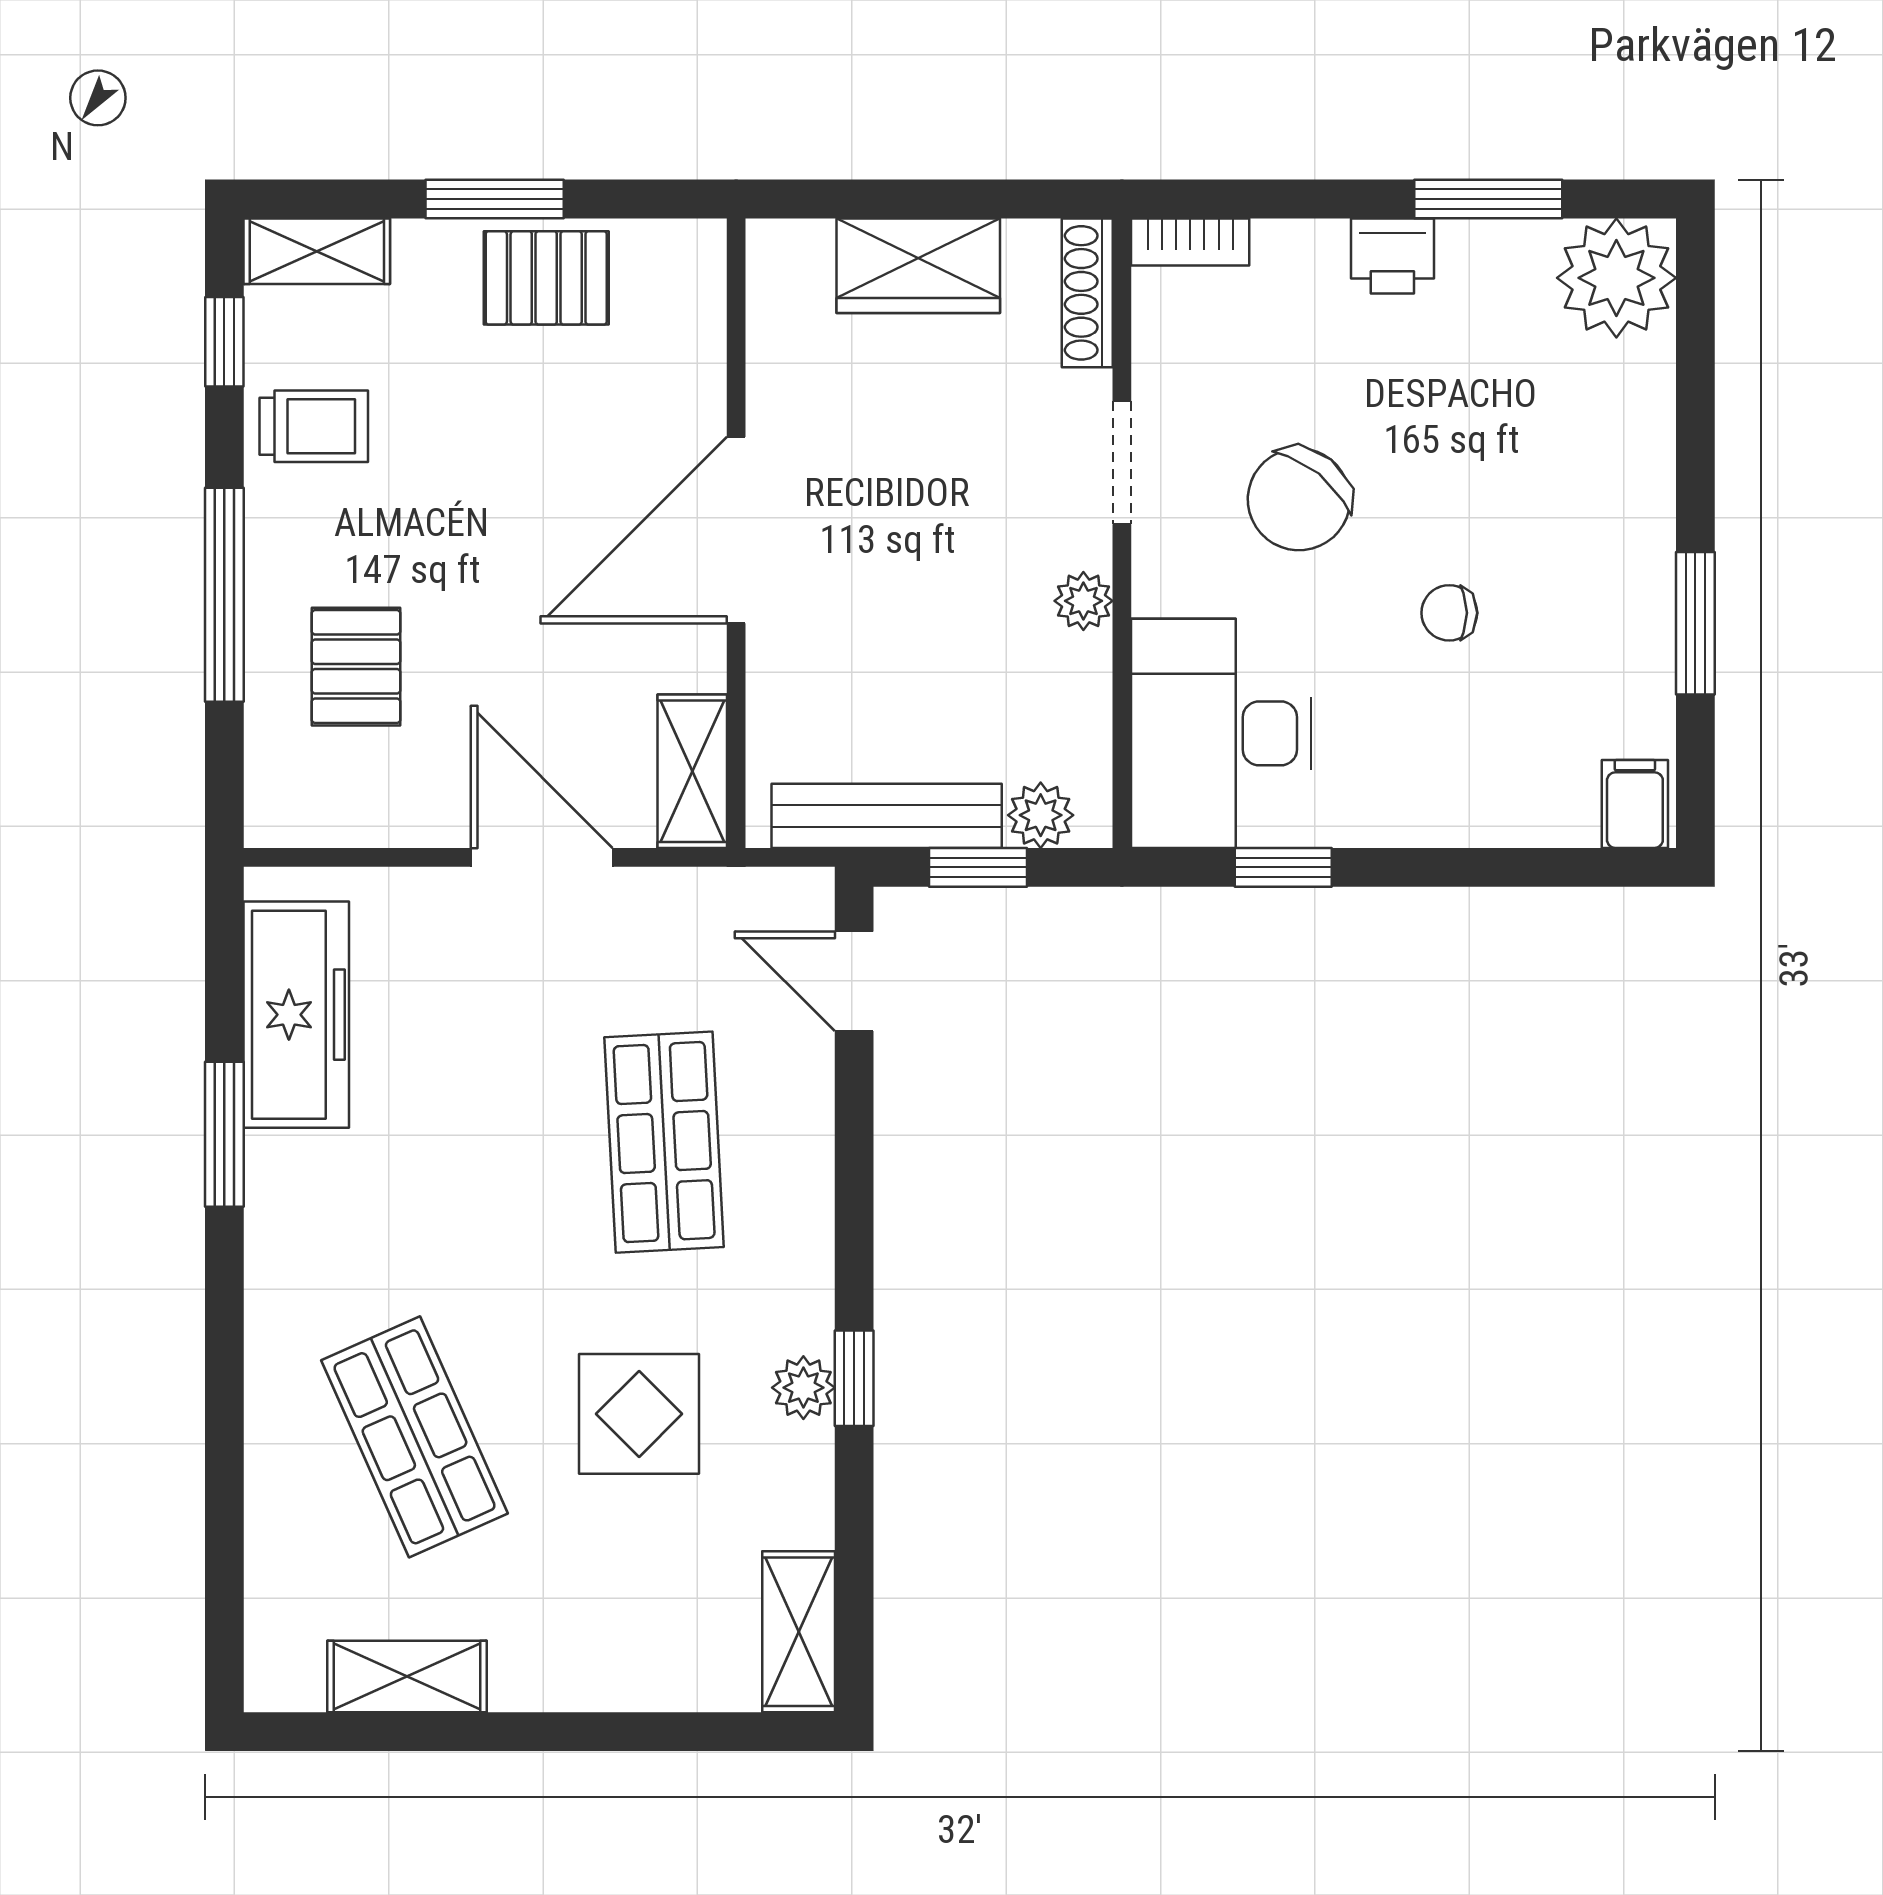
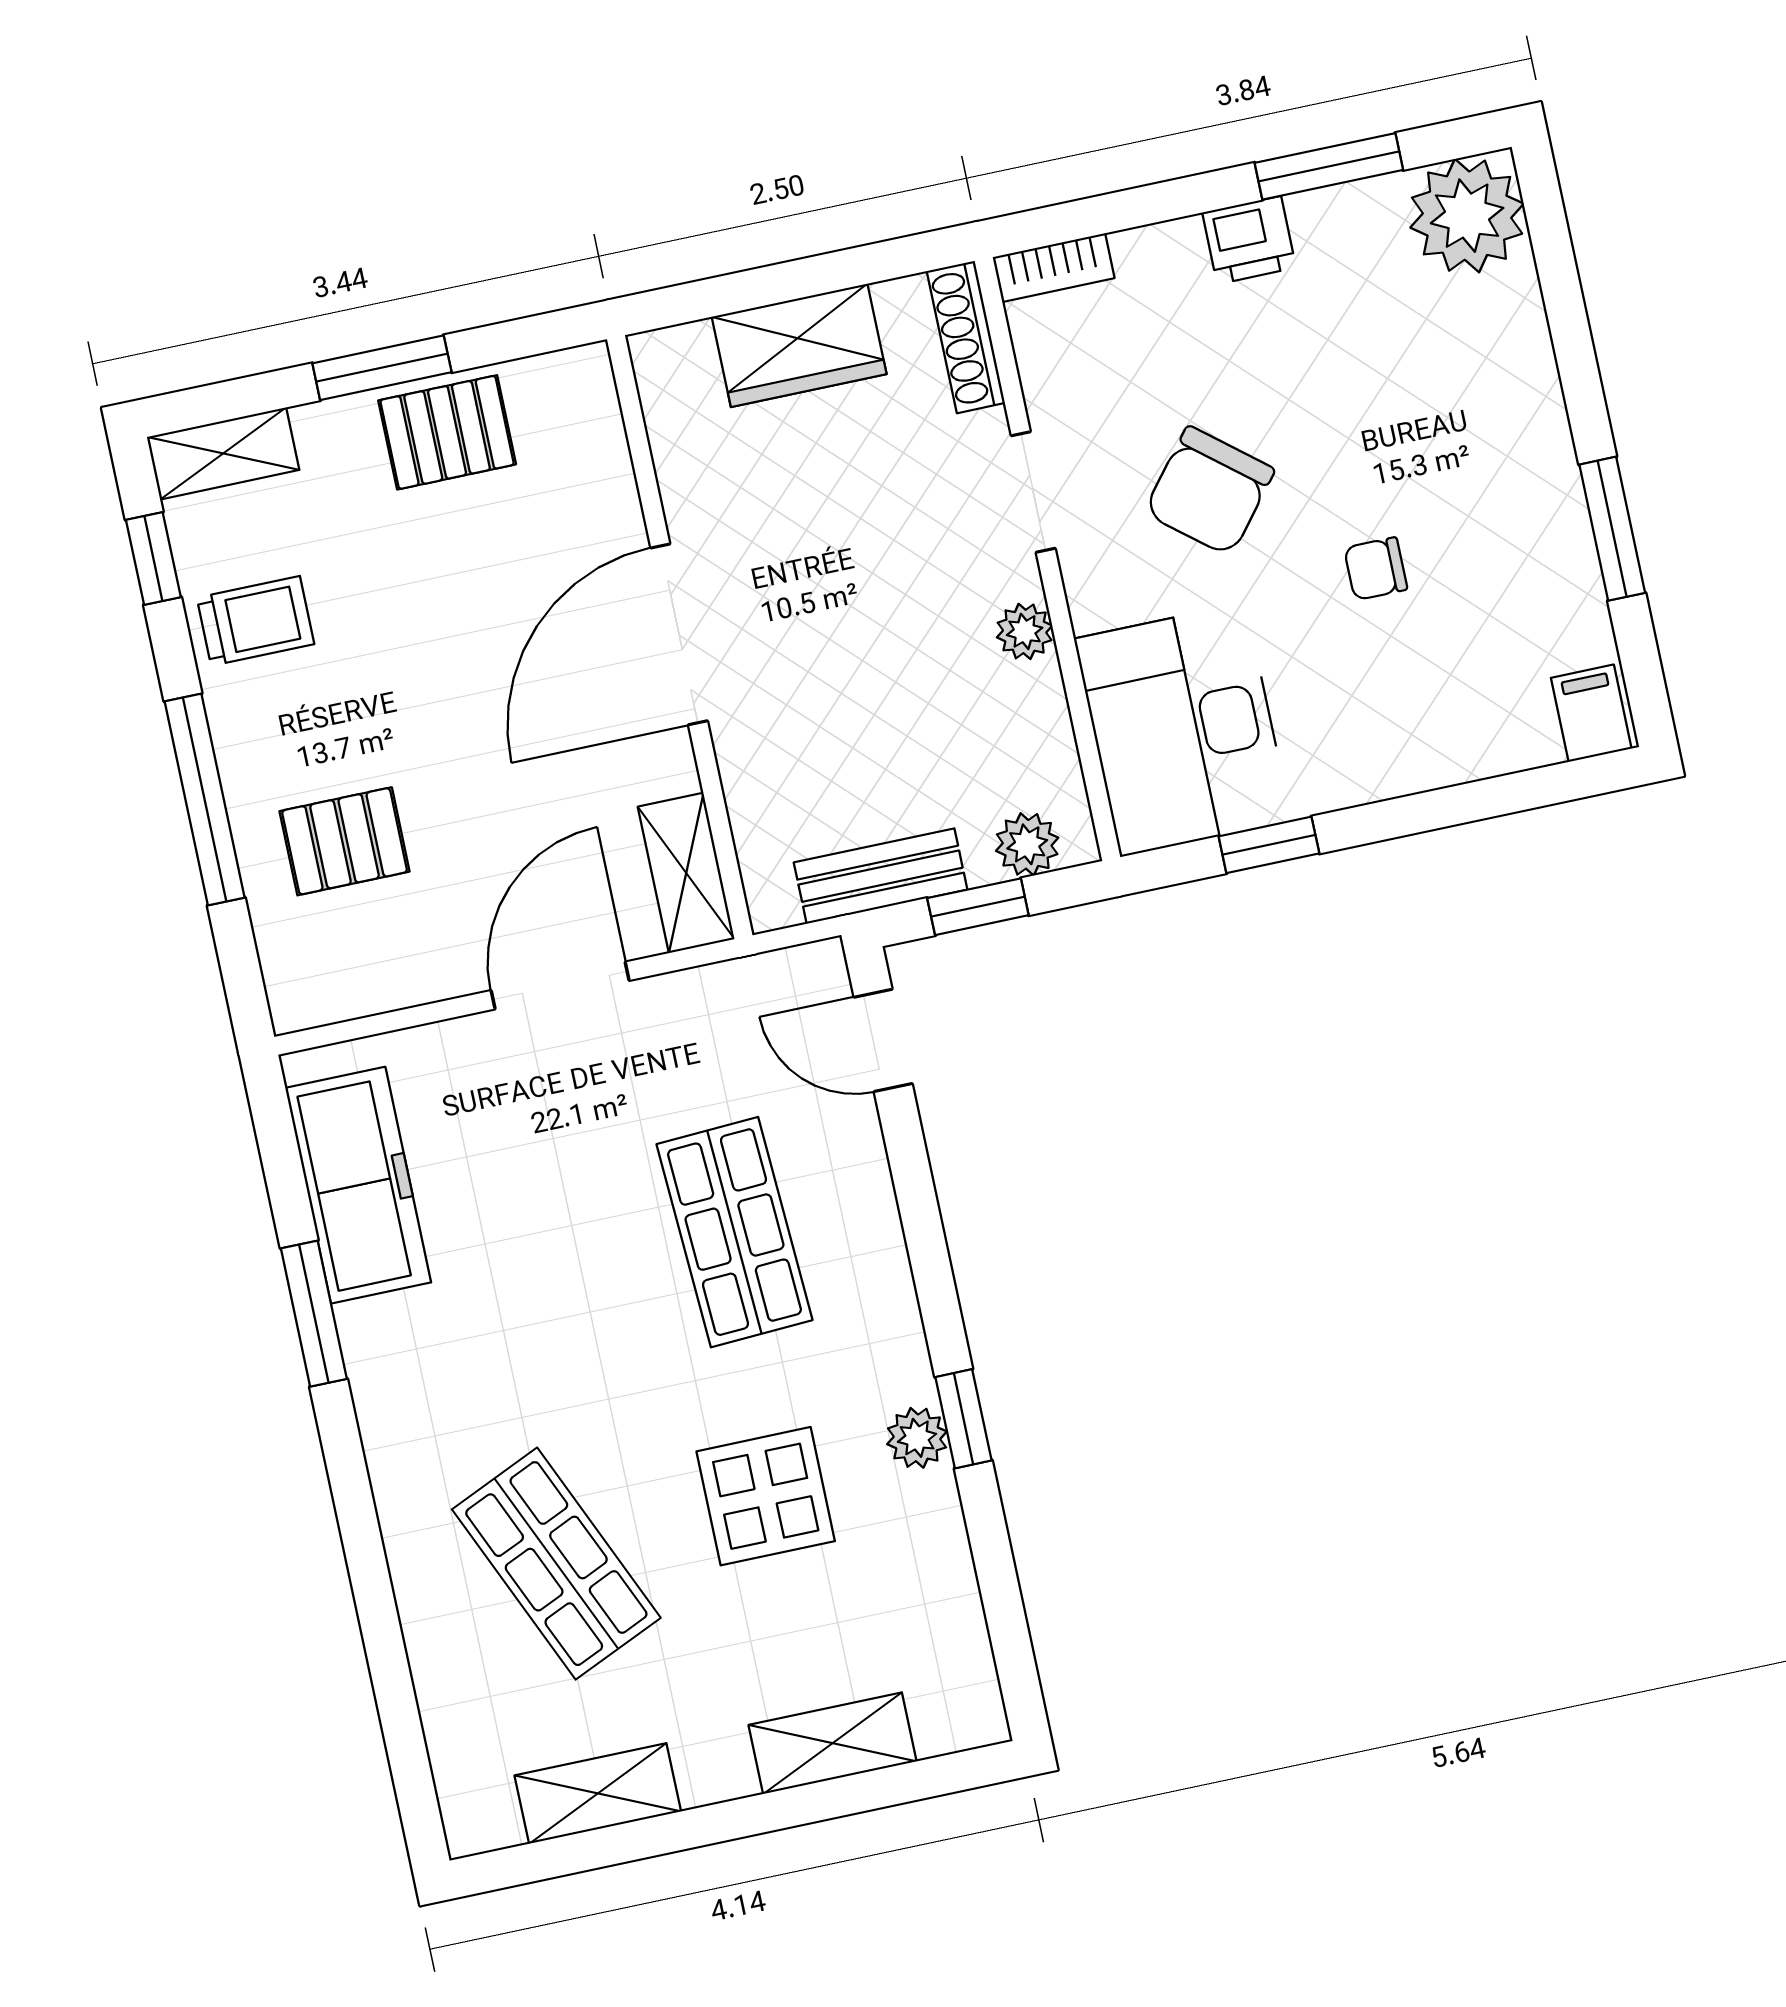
pallet: (356, 667) -> (345, 841), turned 90
bench: (887, 816) -> (881, 876), width x0.73
door: (542, 857) -> (560, 985), hinge flipped
shelving: (799, 1632) -> (833, 1743), moved, turned 90

